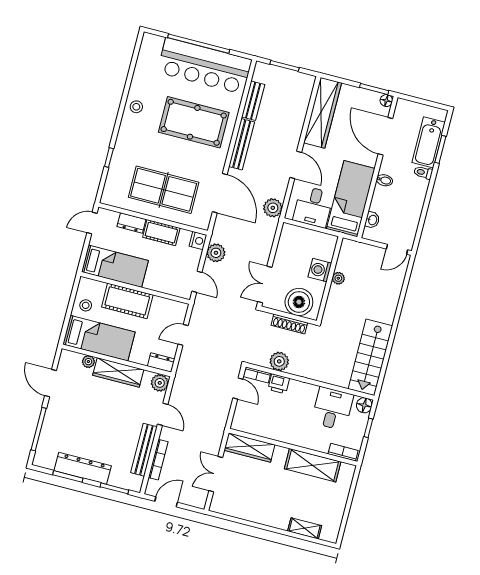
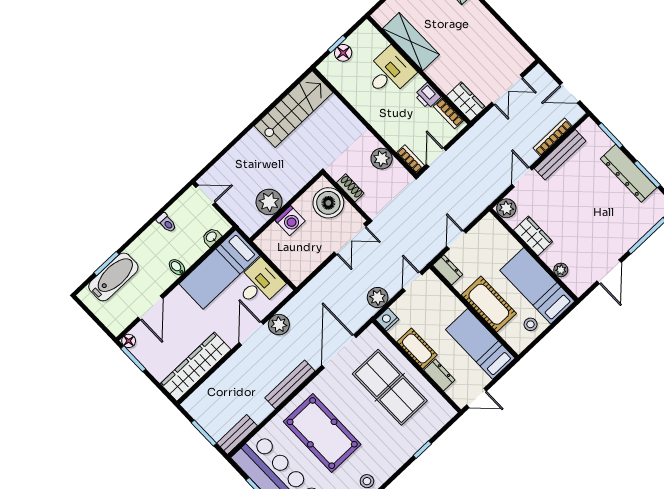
bench: (253, 101) -> (237, 434), moved
door: (385, 136) -> (150, 308), width x0.73
toilet: (423, 172) -> (166, 223), moved
plant: (273, 208) -> (279, 325), moved
plant: (338, 278) -> (269, 202), width x1.88, depth x1.88
shoe rack: (289, 324) -> (350, 188), width x0.70
door: (183, 335) -> (456, 240), swing flipped
dresser: (161, 363) -> (448, 270), moved, turned 180
wardrobe: (118, 372) -> (533, 236), width x0.67
printer: (279, 384) -> (428, 96), moved, turned 180
floor lamp: (364, 405) -> (343, 53), moved
desk: (332, 409) -> (389, 73), moved, turned 180
wardrobe: (249, 448) -> (466, 102), width x0.67
bookcase: (343, 452) -> (448, 113), moved

